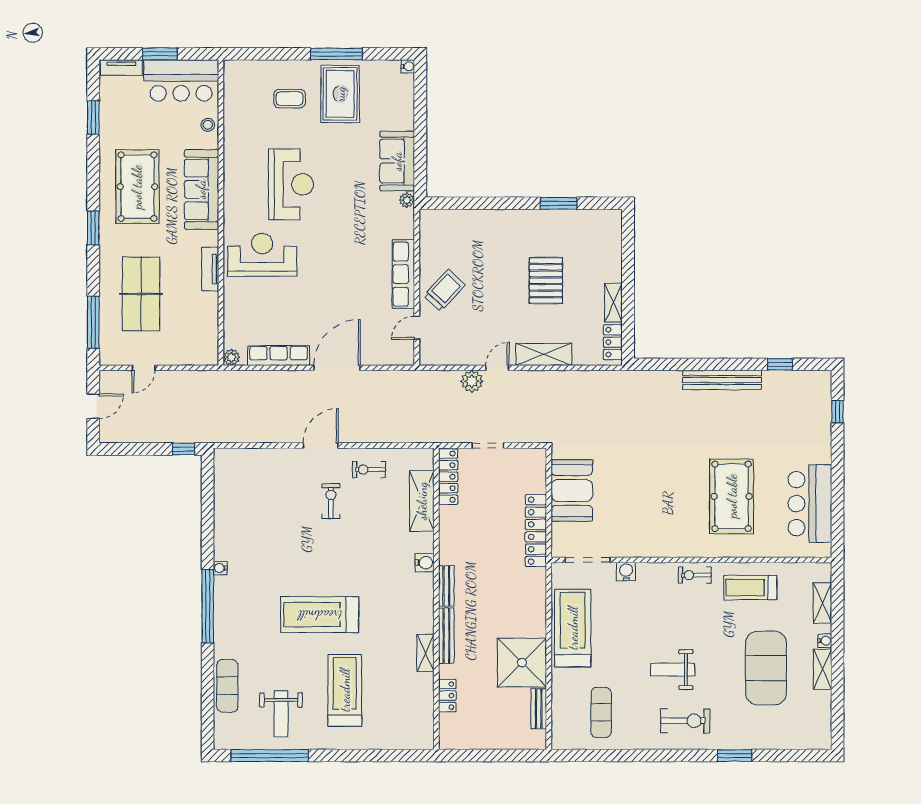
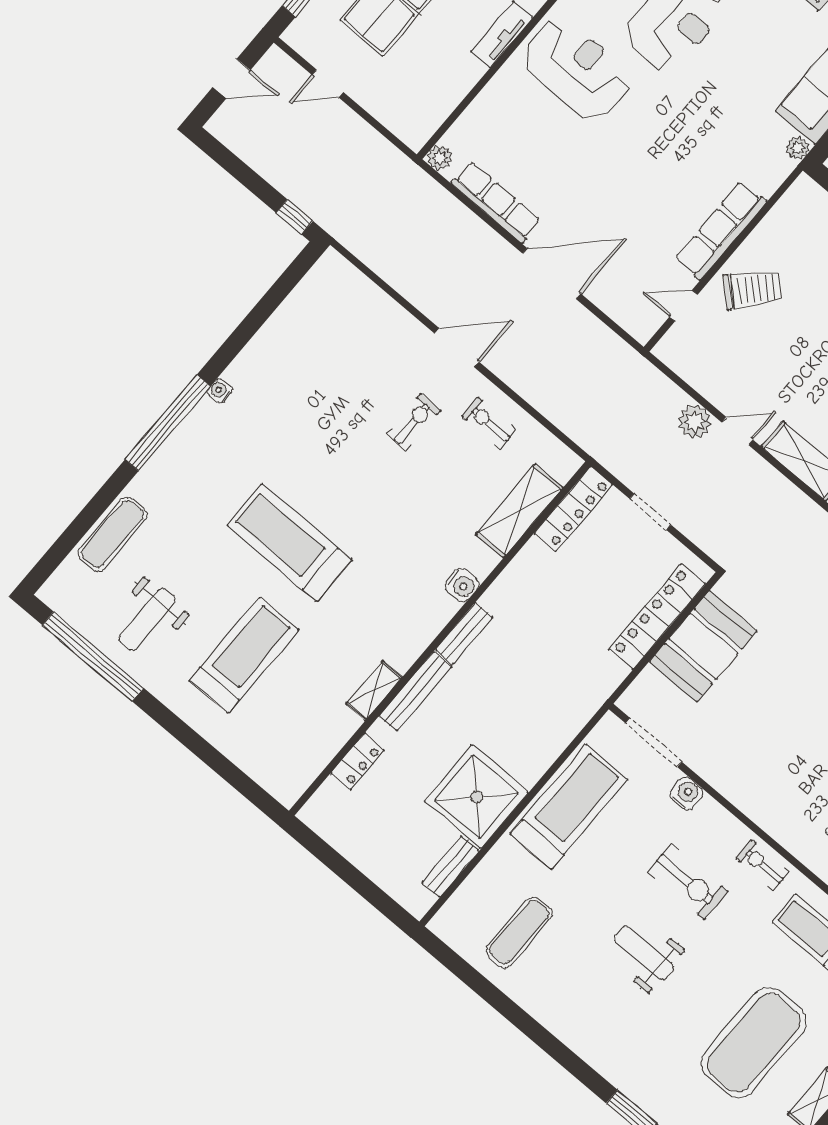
locker: (536, 531) -> (657, 617), moved
exercise bike: (685, 721) -> (688, 881), moved

